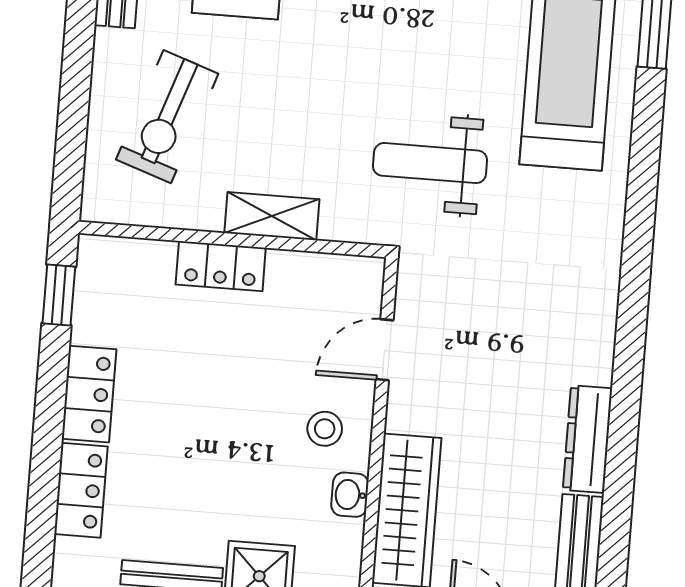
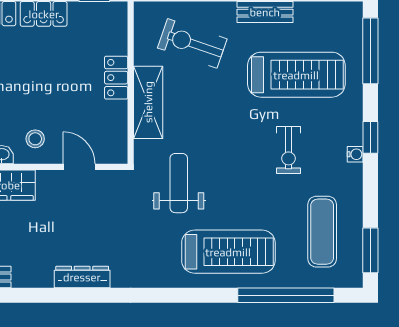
shelving: (272, 216) -> (148, 102), width x1.50, depth x1.33
dresser: (588, 439) -> (82, 277), moved

